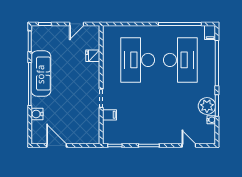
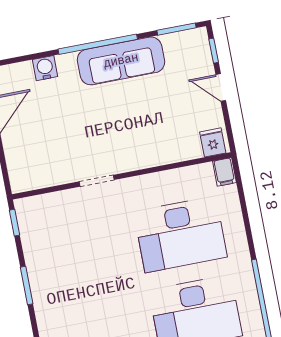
door: (77, 24) -> (221, 88), moved
fridge: (93, 56) -> (213, 142), moved
desk: (138, 60) -> (180, 234), turned 180
filing cabinet: (109, 115) -> (224, 172), moved

